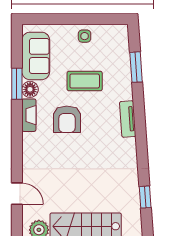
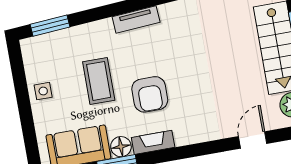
window: (136, 67) -> (50, 26), moved
armchair: (67, 119) -> (150, 94), turned 90

